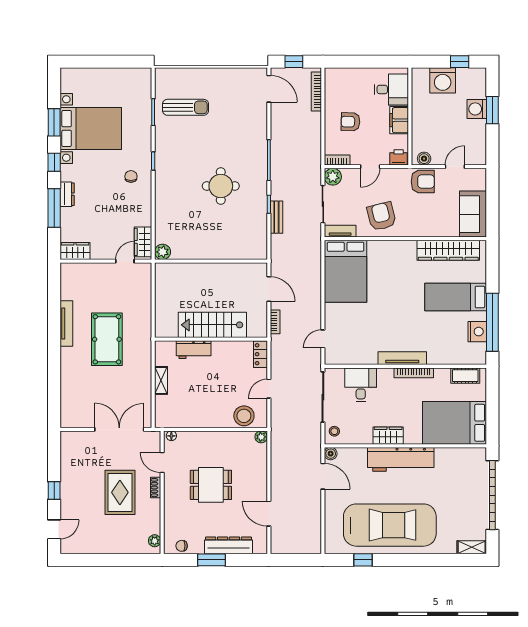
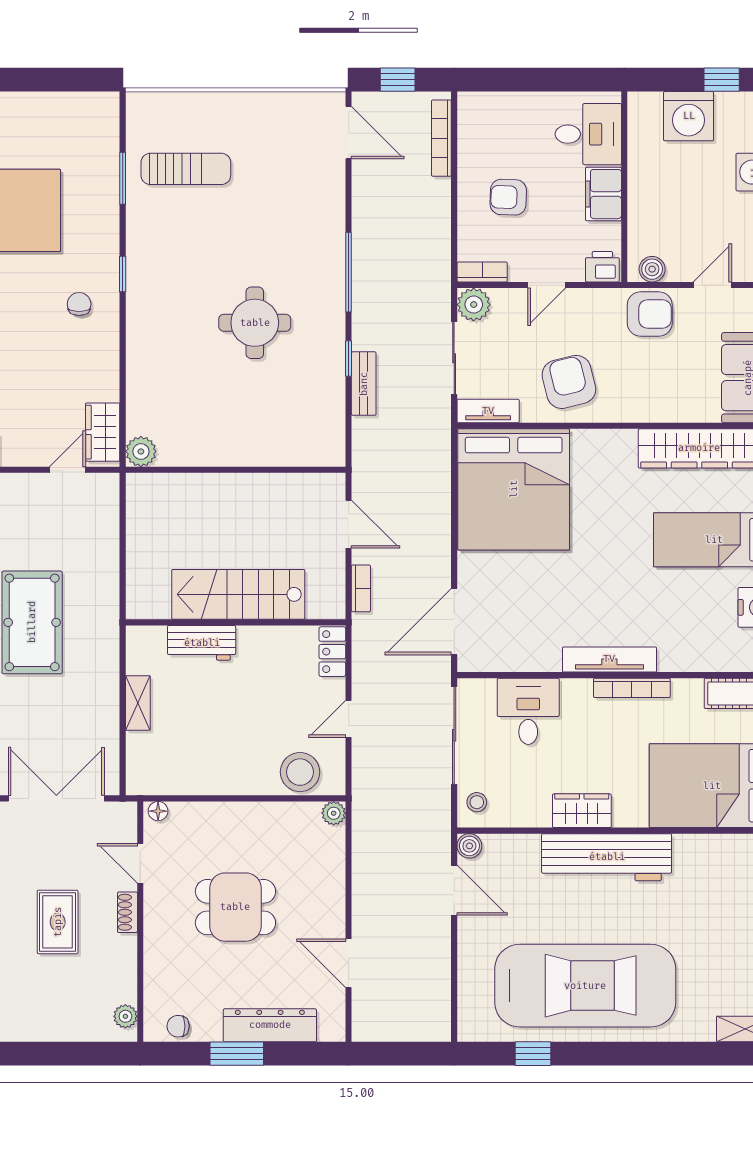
bed: (346, 271) -> (514, 489), width x1.36
door: (323, 339) -> (454, 622), width x1.87
rug: (120, 492) -> (58, 922), width x0.73, depth x0.70

